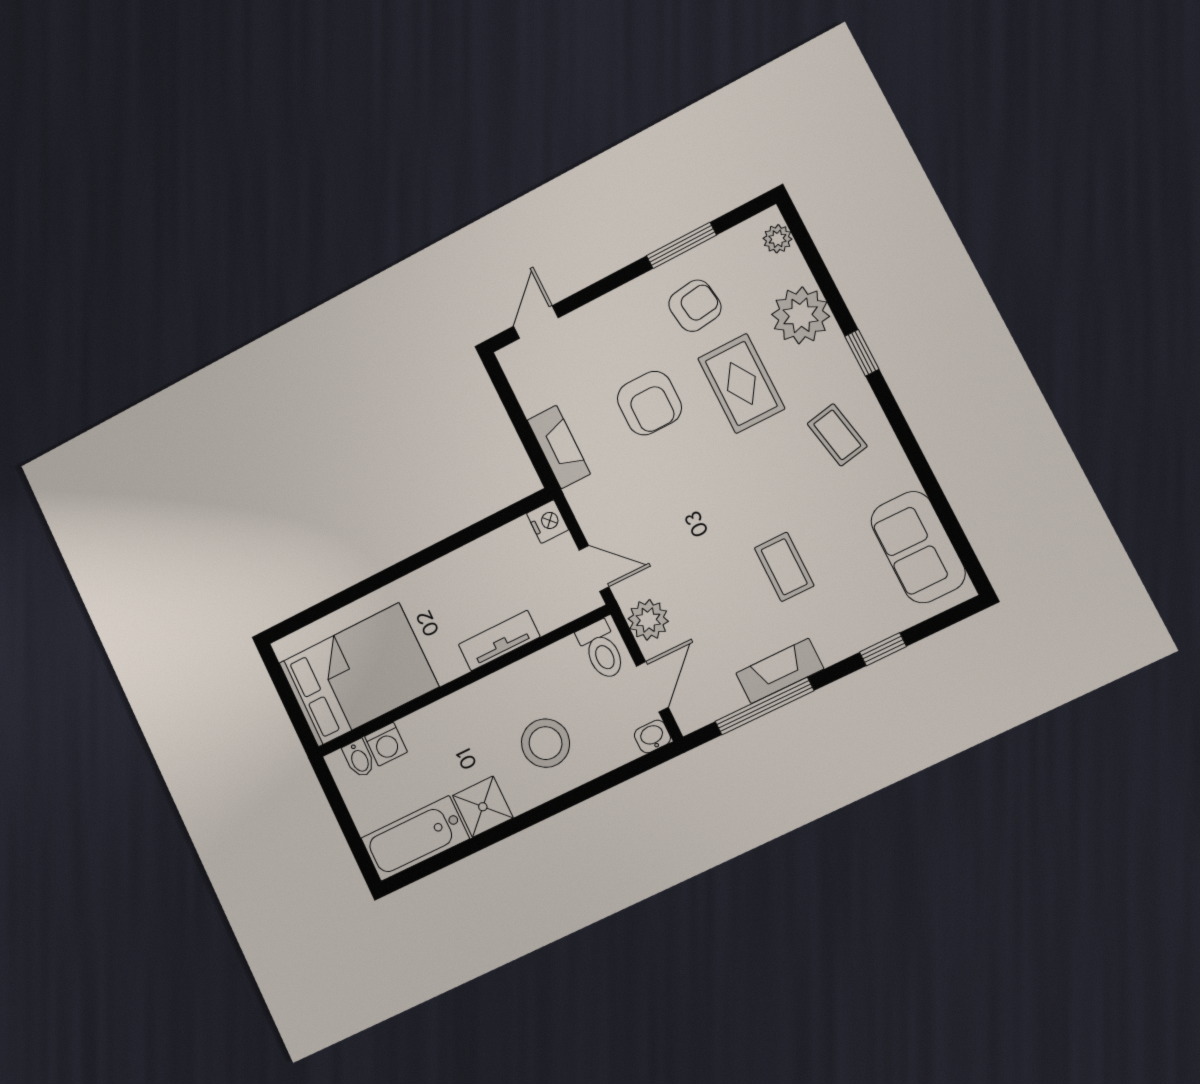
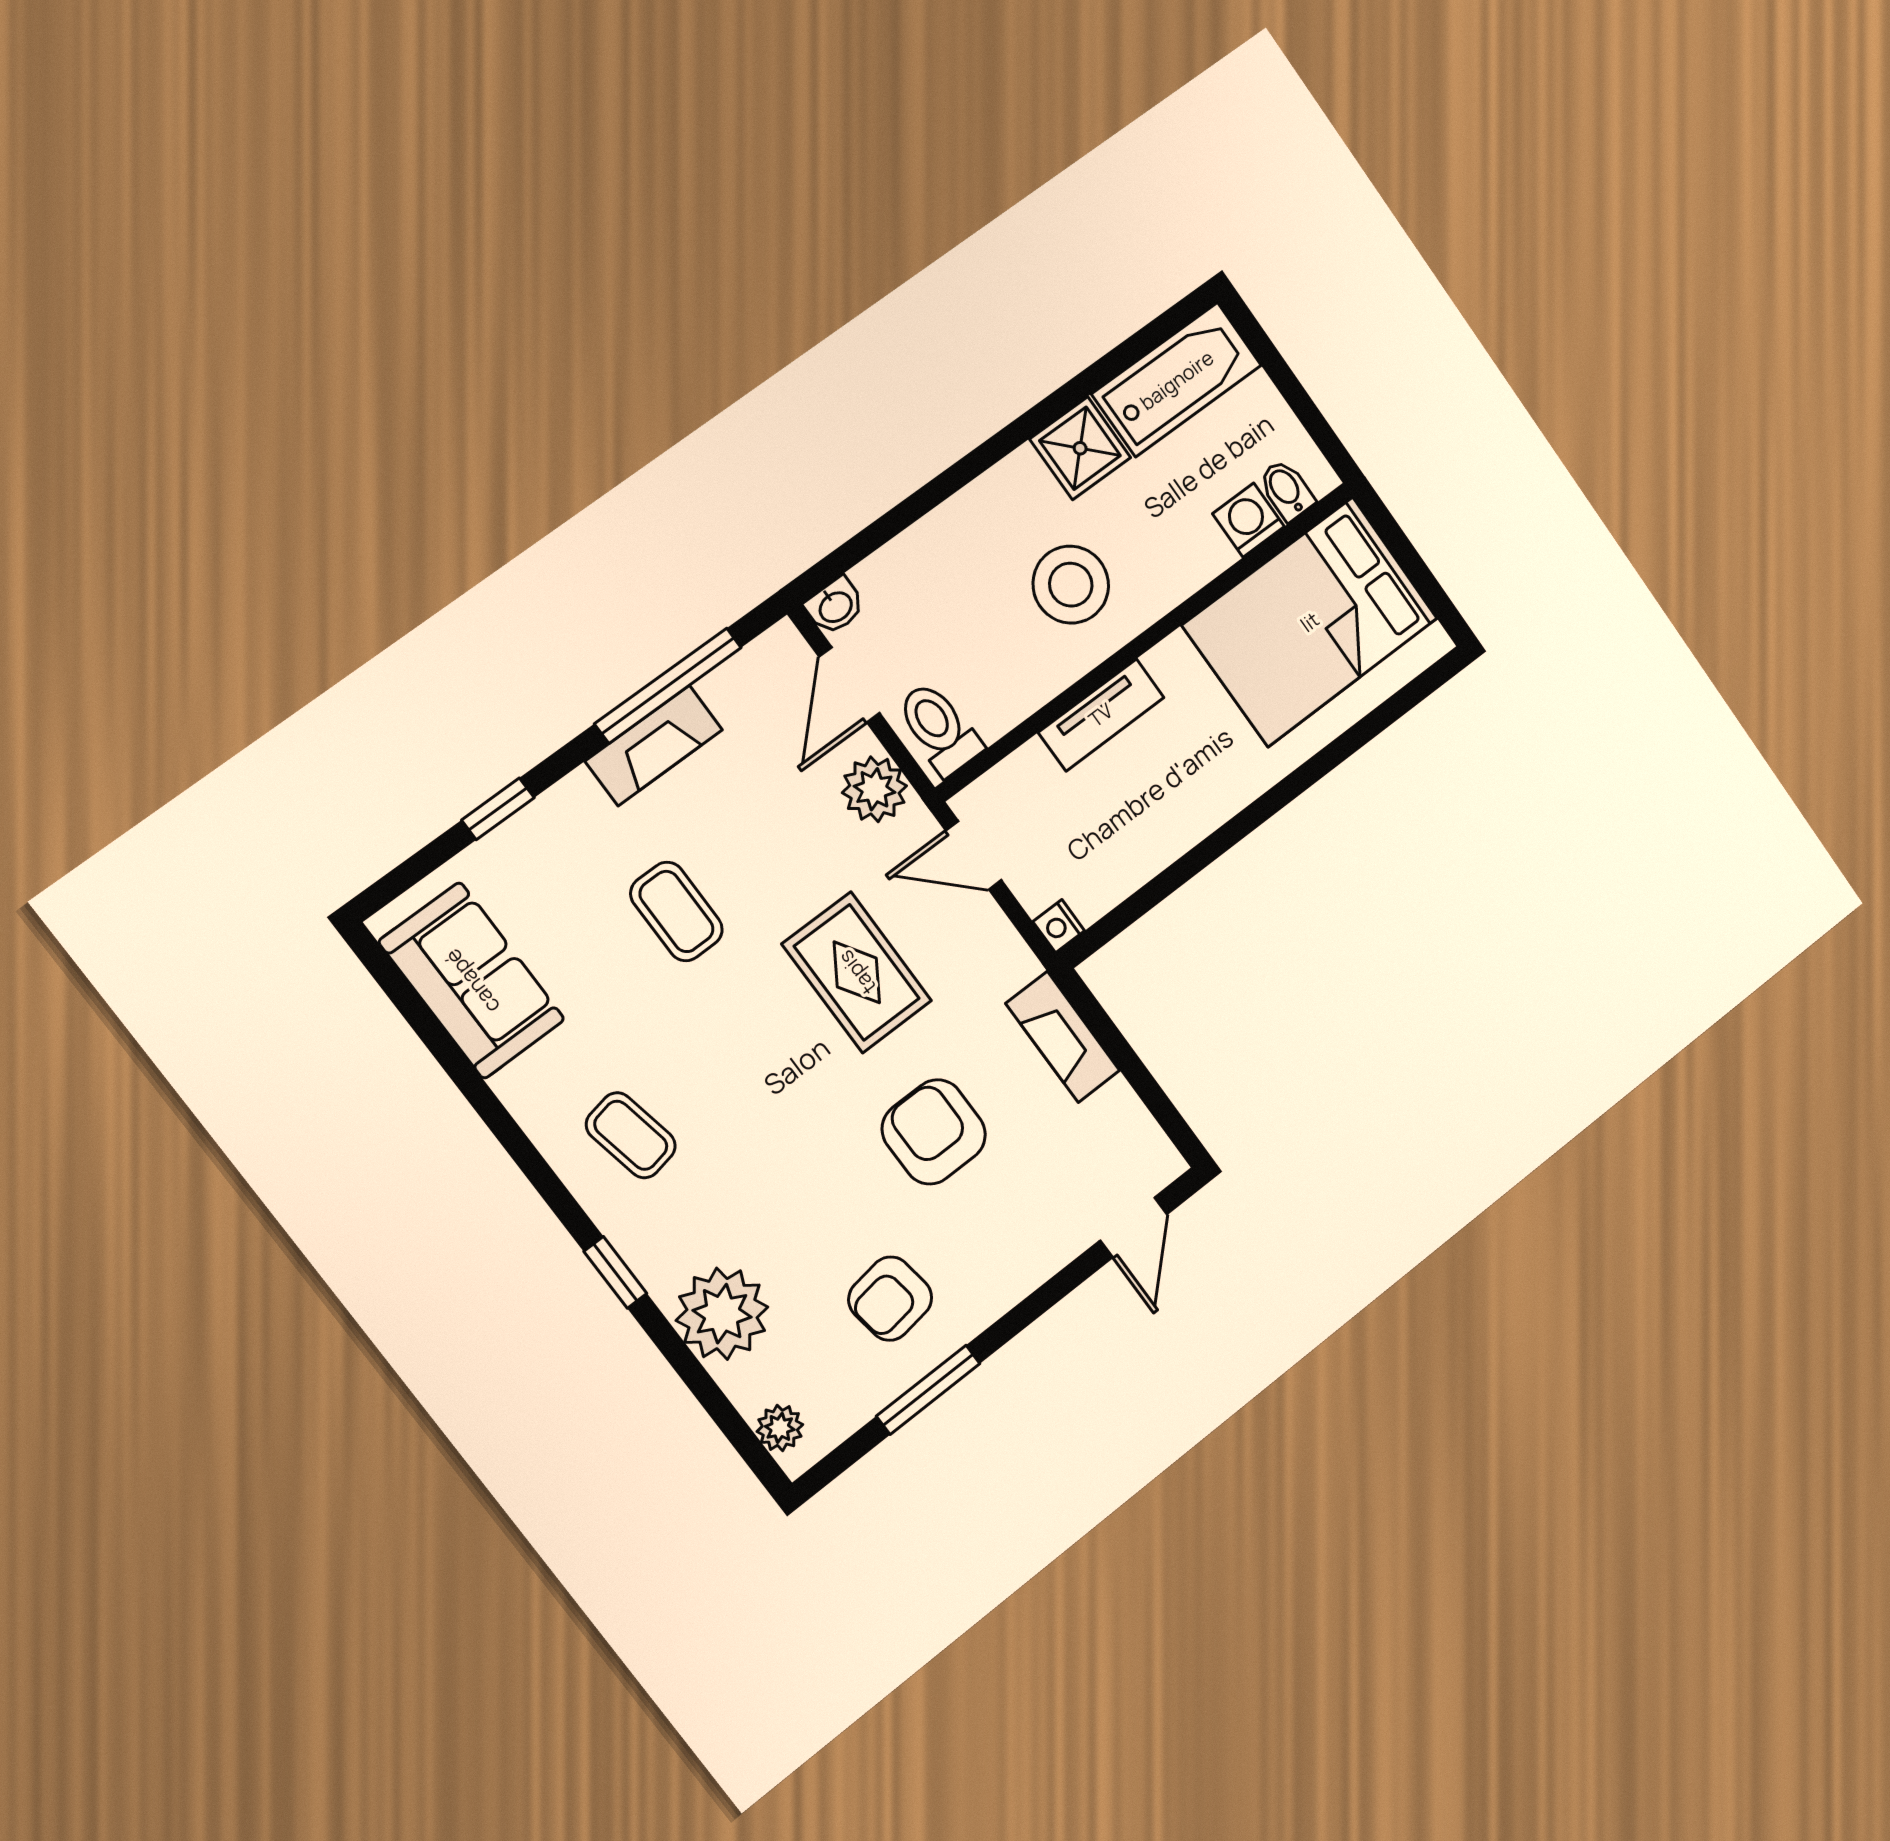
rug: (741, 383) -> (857, 972), moved
nightstand: (548, 522) -> (1059, 926), width x0.72, depth x0.74
stool: (546, 743) -> (1071, 585), moved

